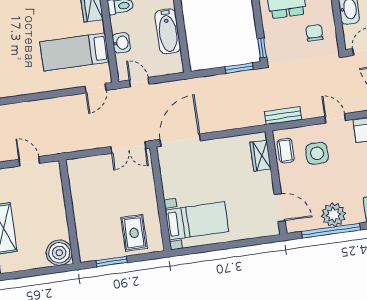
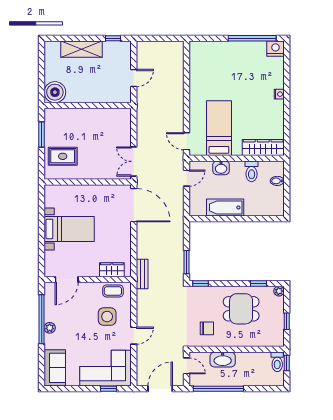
bench: (283, 116) -> (142, 274), moved
plant: (334, 215) -> (50, 328), width x0.53, depth x0.53
bed with nightstands: (197, 221) -> (69, 229), moved, turned -90

